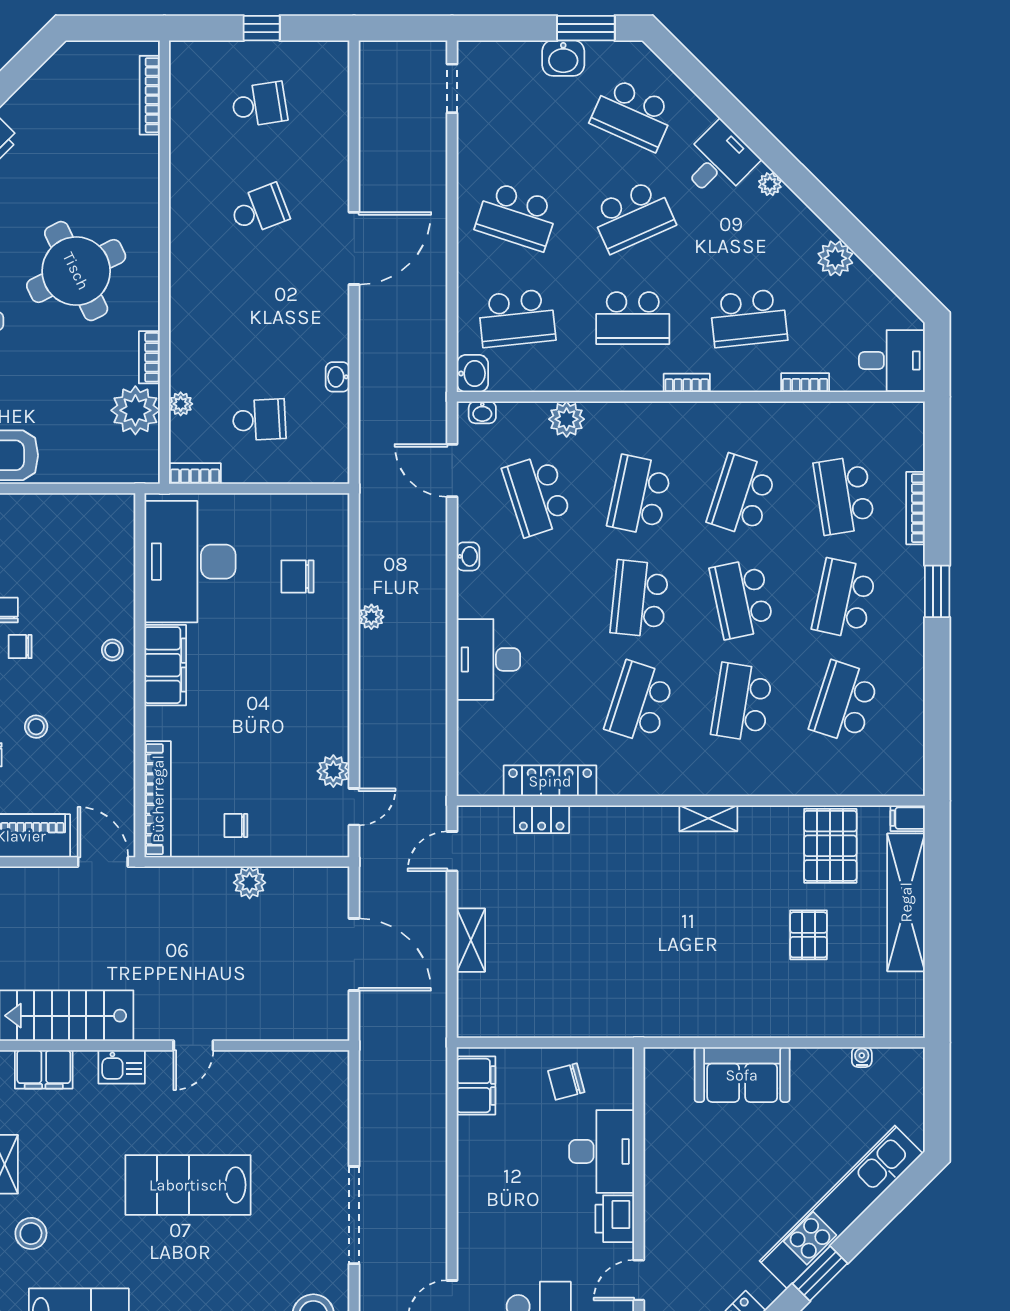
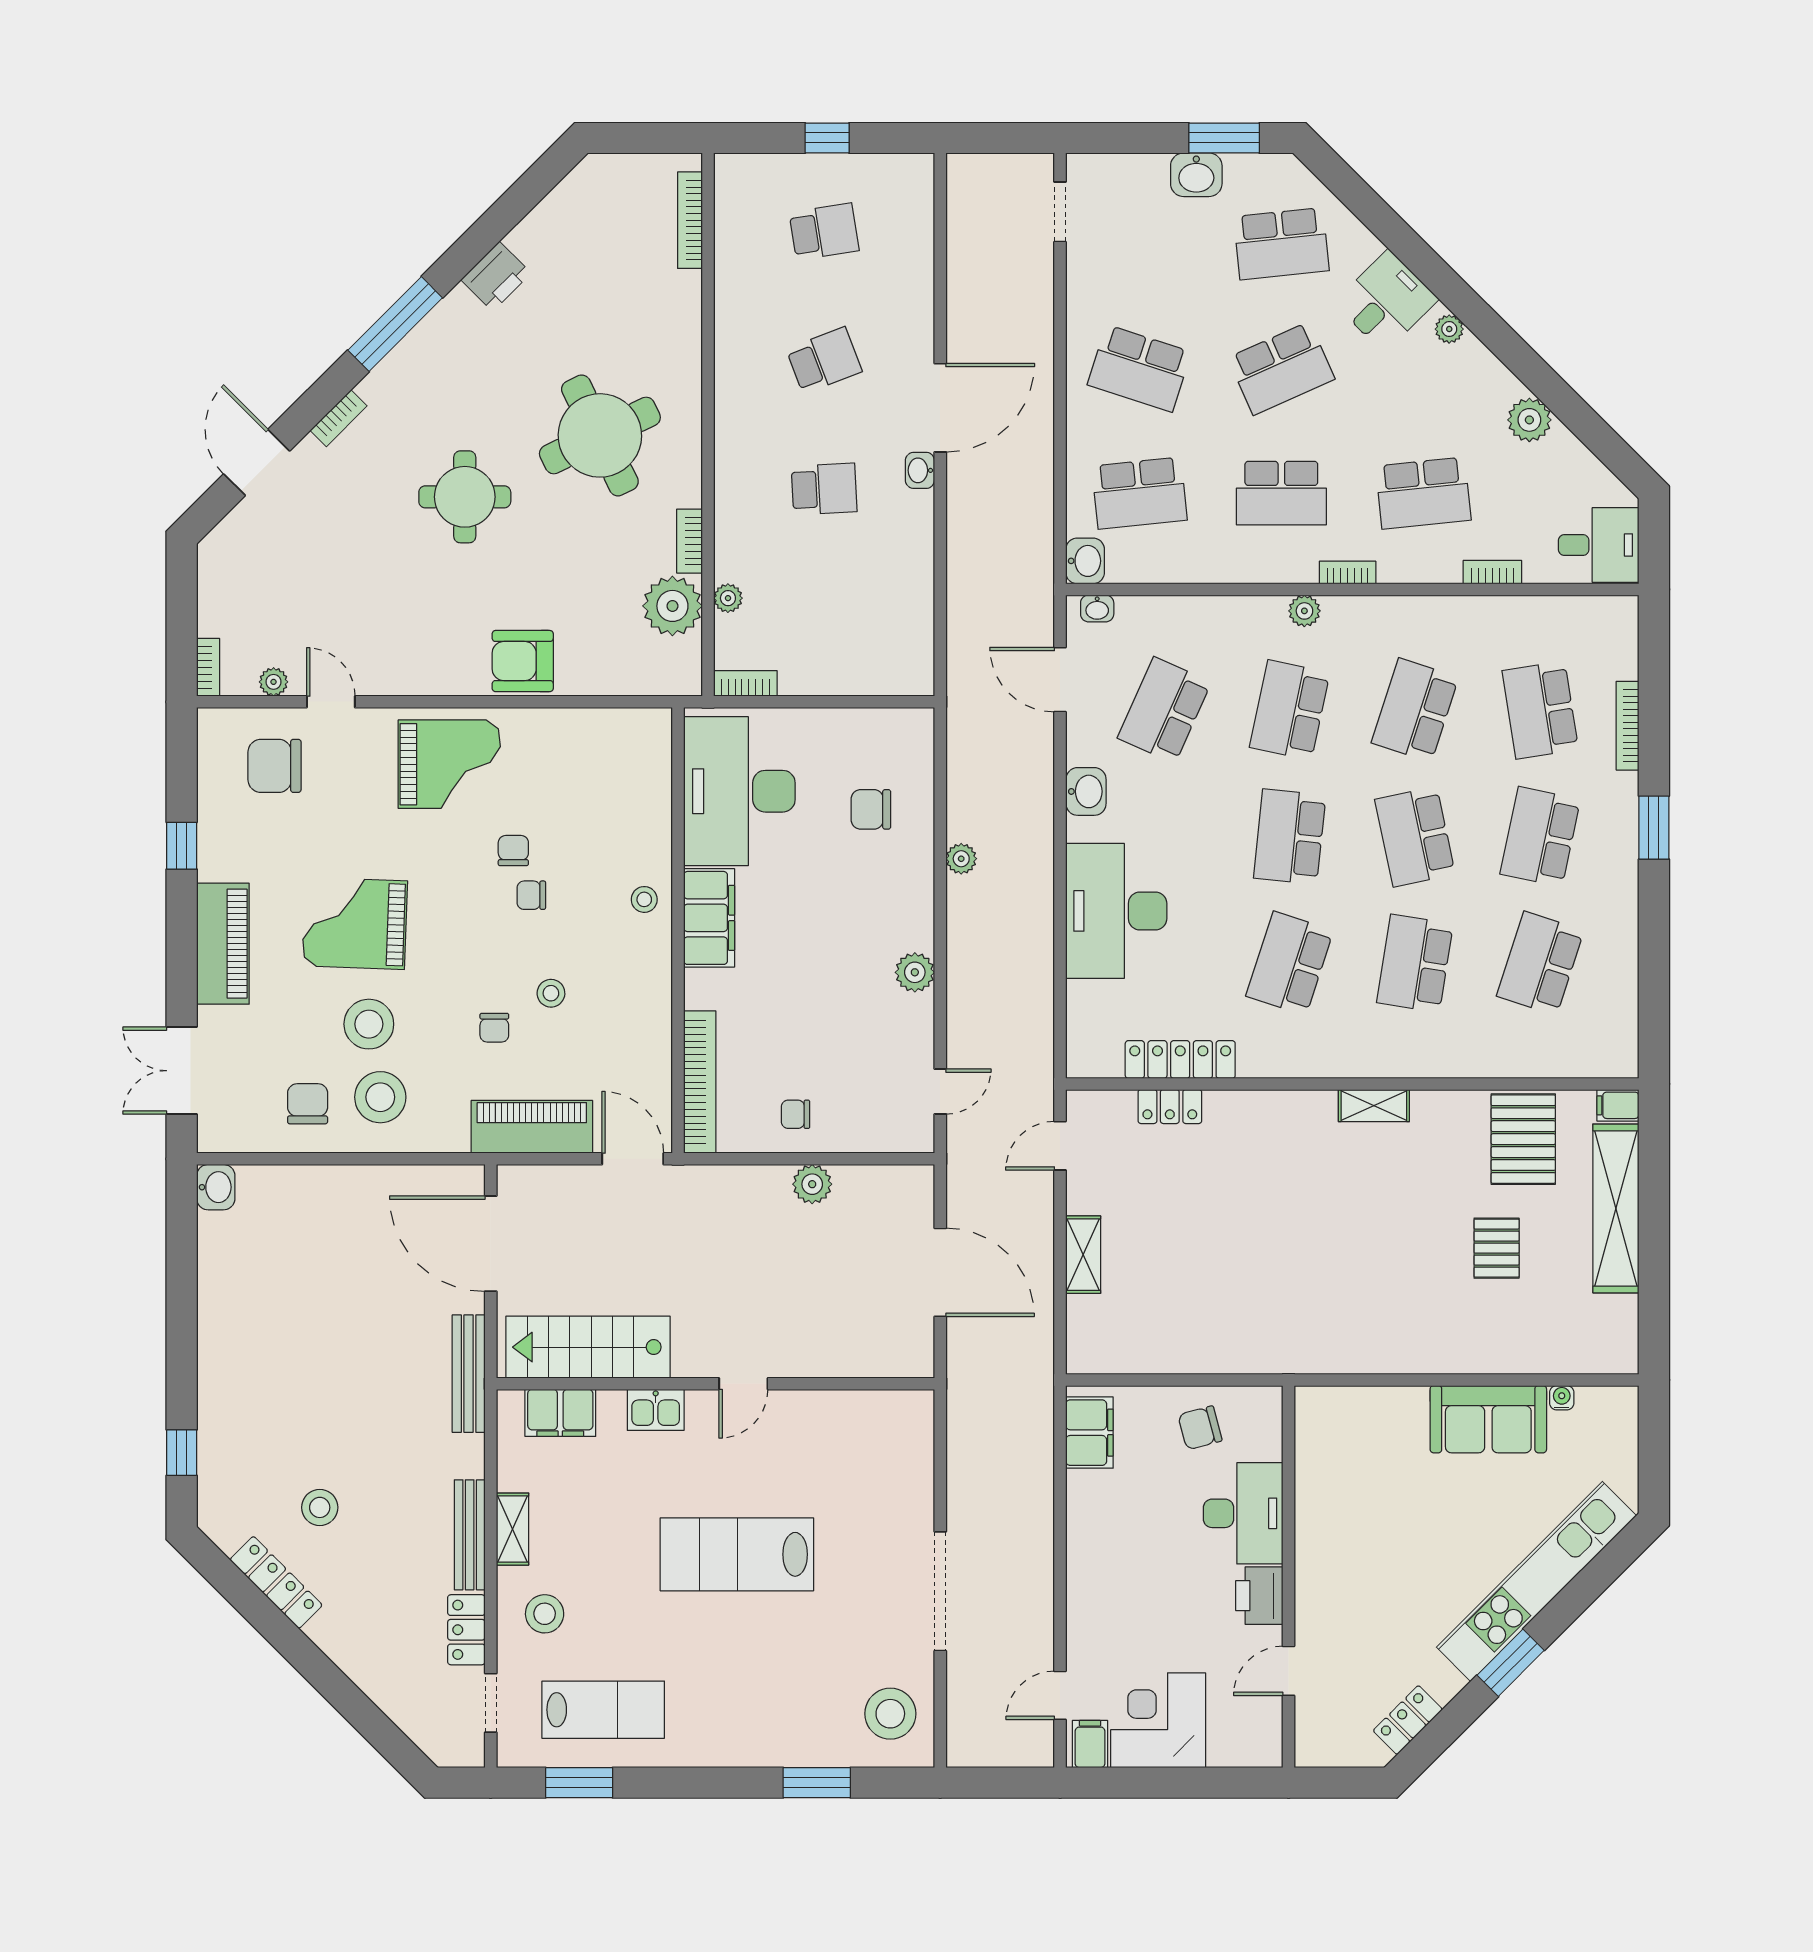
school desk: (633, 114) -> (1281, 244), turned -30
washbasin: (338, 377) -> (920, 470), moved
plant: (567, 419) -> (1304, 611), moved, width x0.73, depth x0.73
school desk: (259, 420) -> (824, 489), moved
school desk: (537, 495) -> (1164, 710), turned 42
washbasin: (468, 556) -> (1086, 791), width x1.38, depth x1.45
desk: (488, 659) -> (1116, 911), width x1.36, depth x1.30
plant: (333, 771) -> (915, 972), moved
sofa: (742, 1075) -> (1488, 1419), moved

